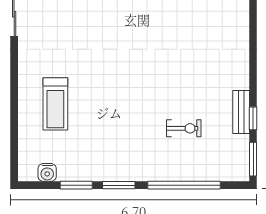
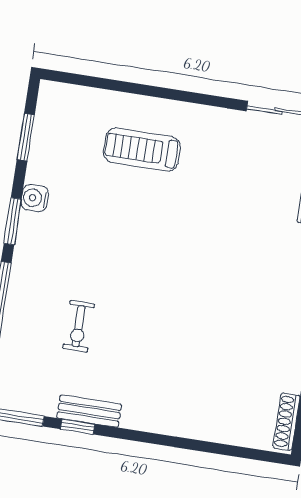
water cooler: (47, 172) -> (35, 198), moved
window: (76, 185) -> (26, 137), moved

